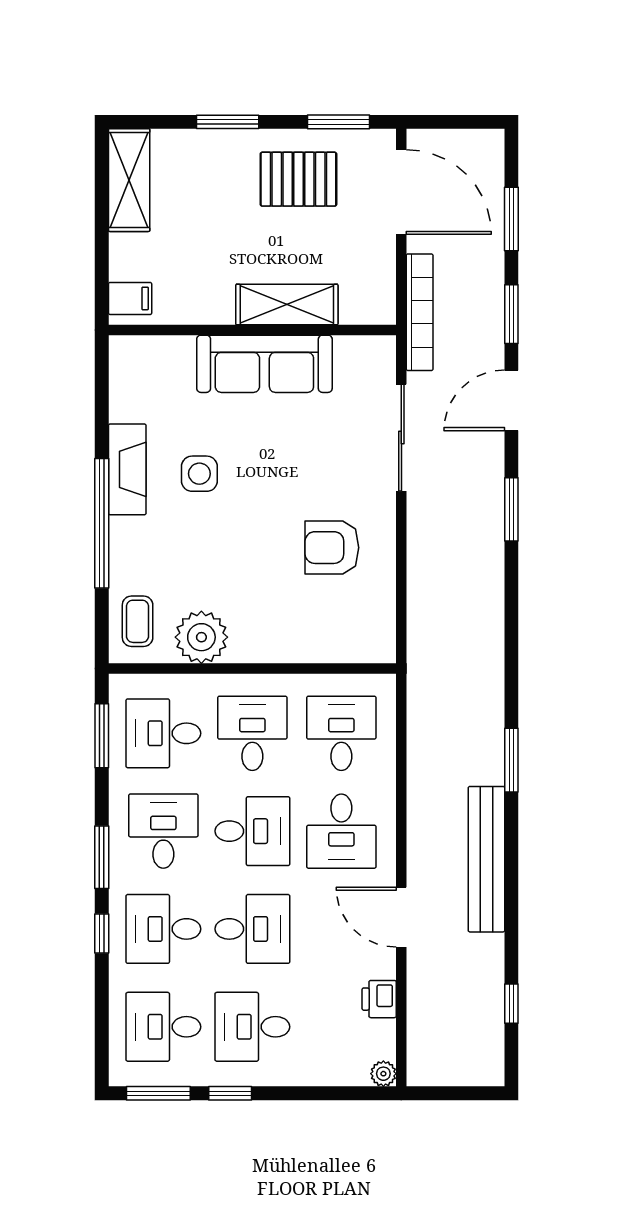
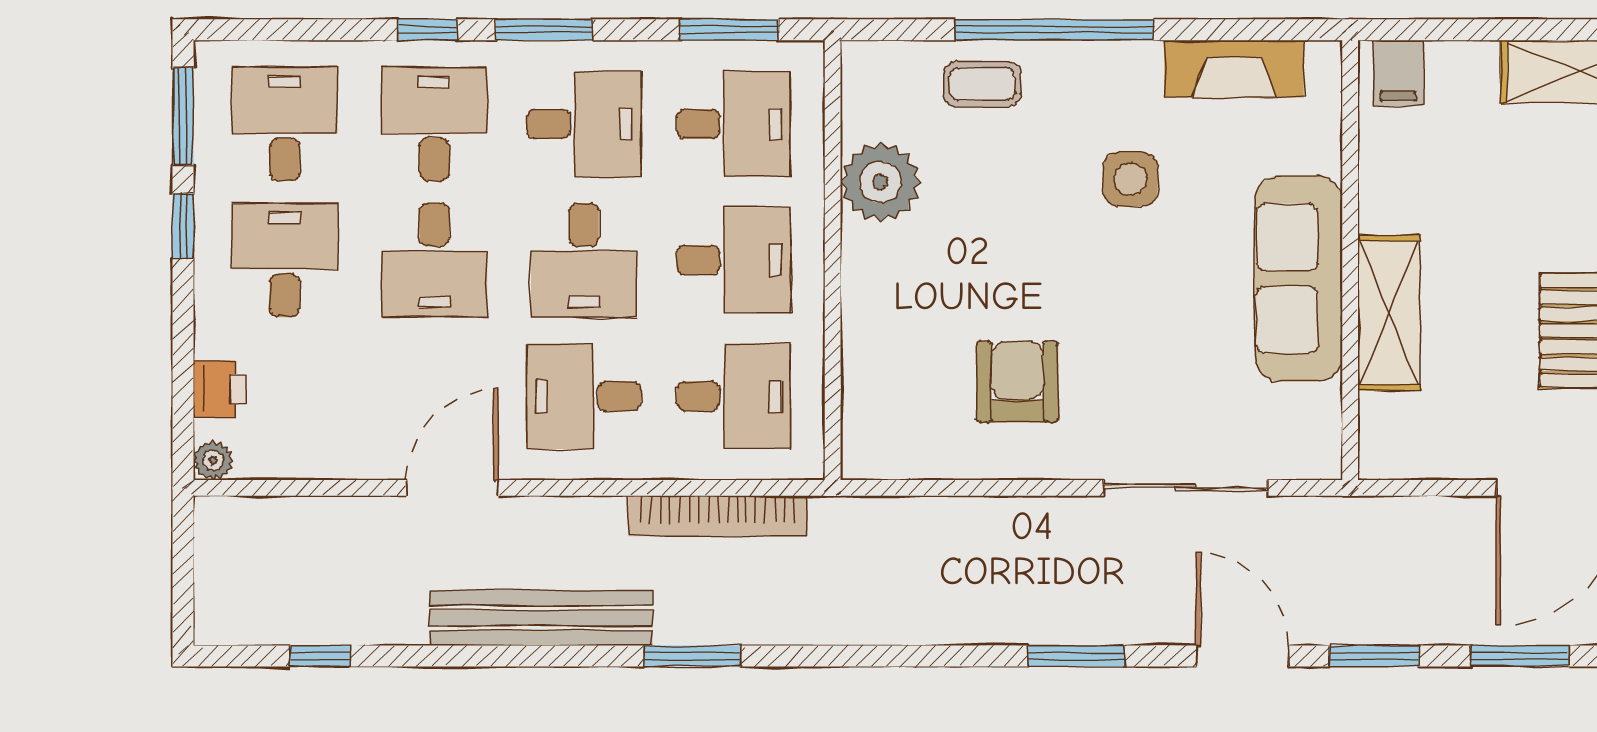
bookcase: (420, 312) -> (718, 516), moved
fireplace: (127, 469) -> (1234, 69), moved
coffee table: (138, 621) -> (982, 84), moved
desk: (163, 733) -> (733, 124), turned 90
printer: (379, 999) -> (219, 389), moved, turned 90

